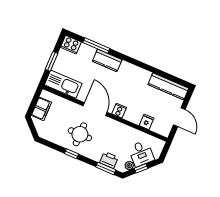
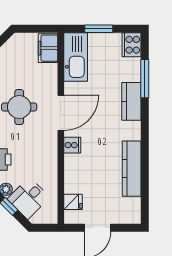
kitchen counter: (168, 86) -> (132, 169), moved
filing cabinet: (41, 109) -> (48, 48), moved, turned 90
fridge: (147, 122) -> (73, 202), moved

